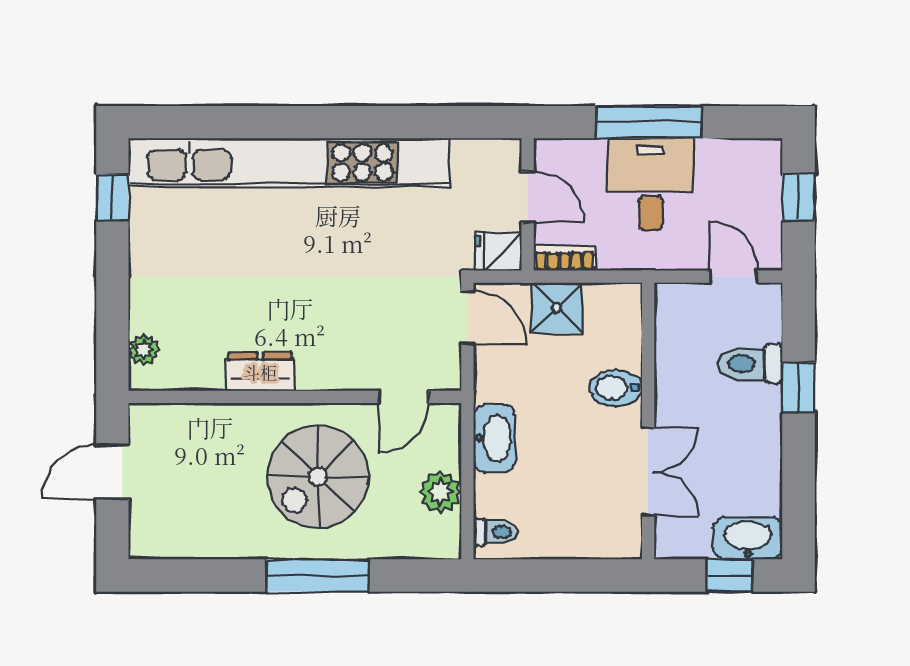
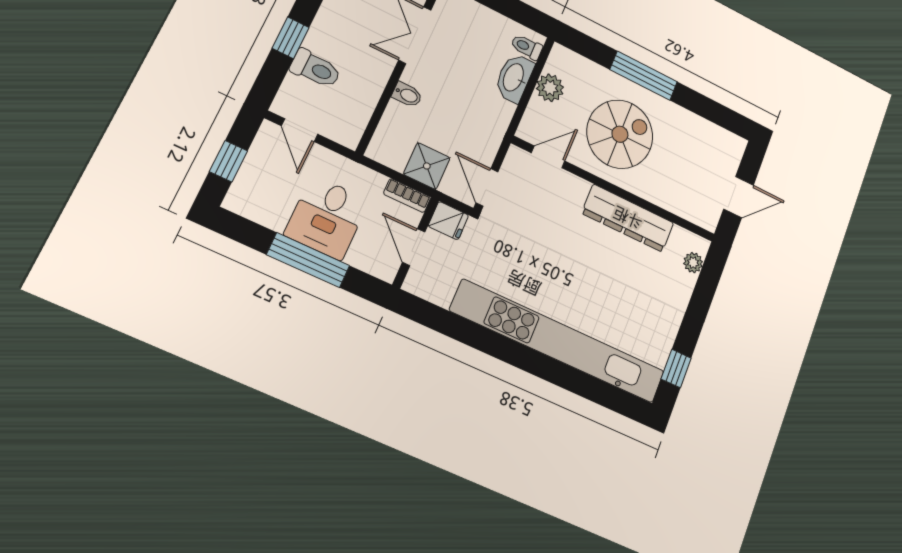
dresser: (260, 372) -> (628, 218), width x1.96, depth x1.24
bidet: (616, 388) -> (407, 95), width x0.72, depth x0.74
washbasin: (494, 438) -> (514, 78), moved

